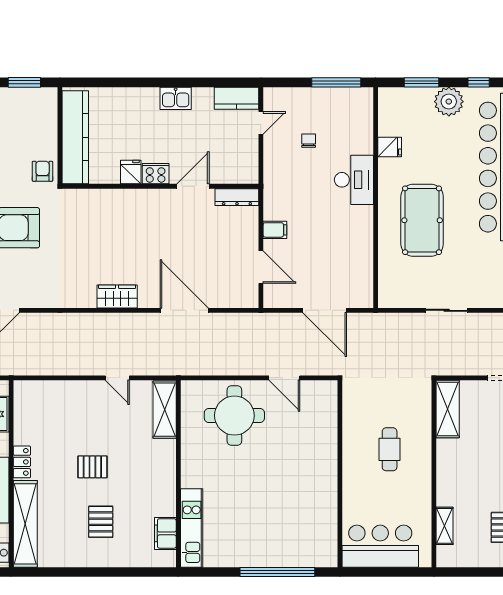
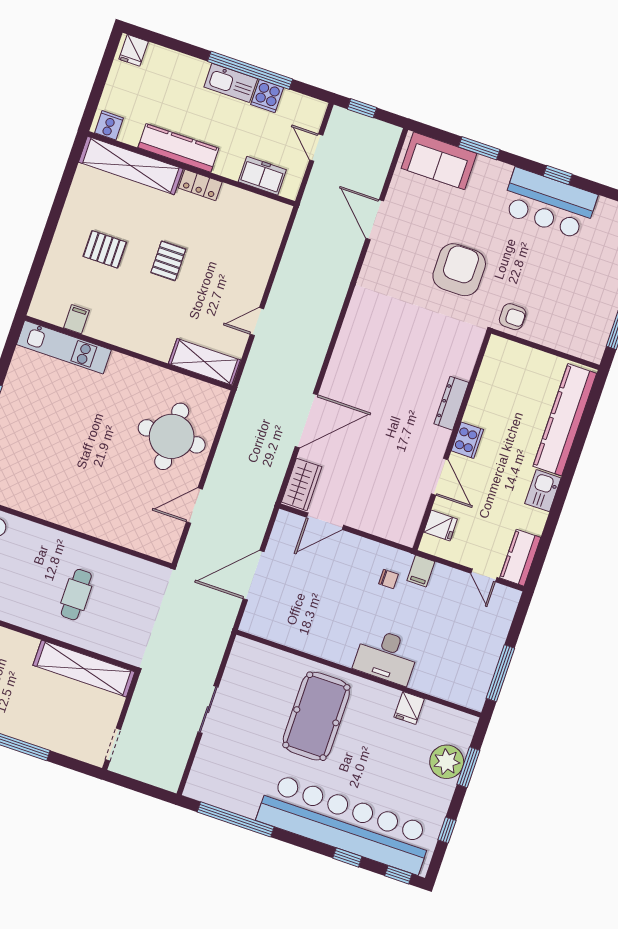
plant: (449, 102) -> (447, 762), moved
kitchen counter: (75, 137) -> (565, 420), moved, turned 90
chair: (309, 141) -> (388, 579), moved
fridge: (131, 172) -> (441, 526), moved
dresser: (237, 197) -> (451, 403), moved
pool table: (422, 220) -> (316, 716), turned 90
filing cabinet: (275, 230) -> (421, 571), moved
wardrobe: (117, 296) -> (302, 484), moved
shelving: (448, 409) -> (84, 669), width x1.47
cafe table: (390, 449) -> (76, 595), turned 90
filing cabinet: (165, 533) -> (77, 319), width x0.50

